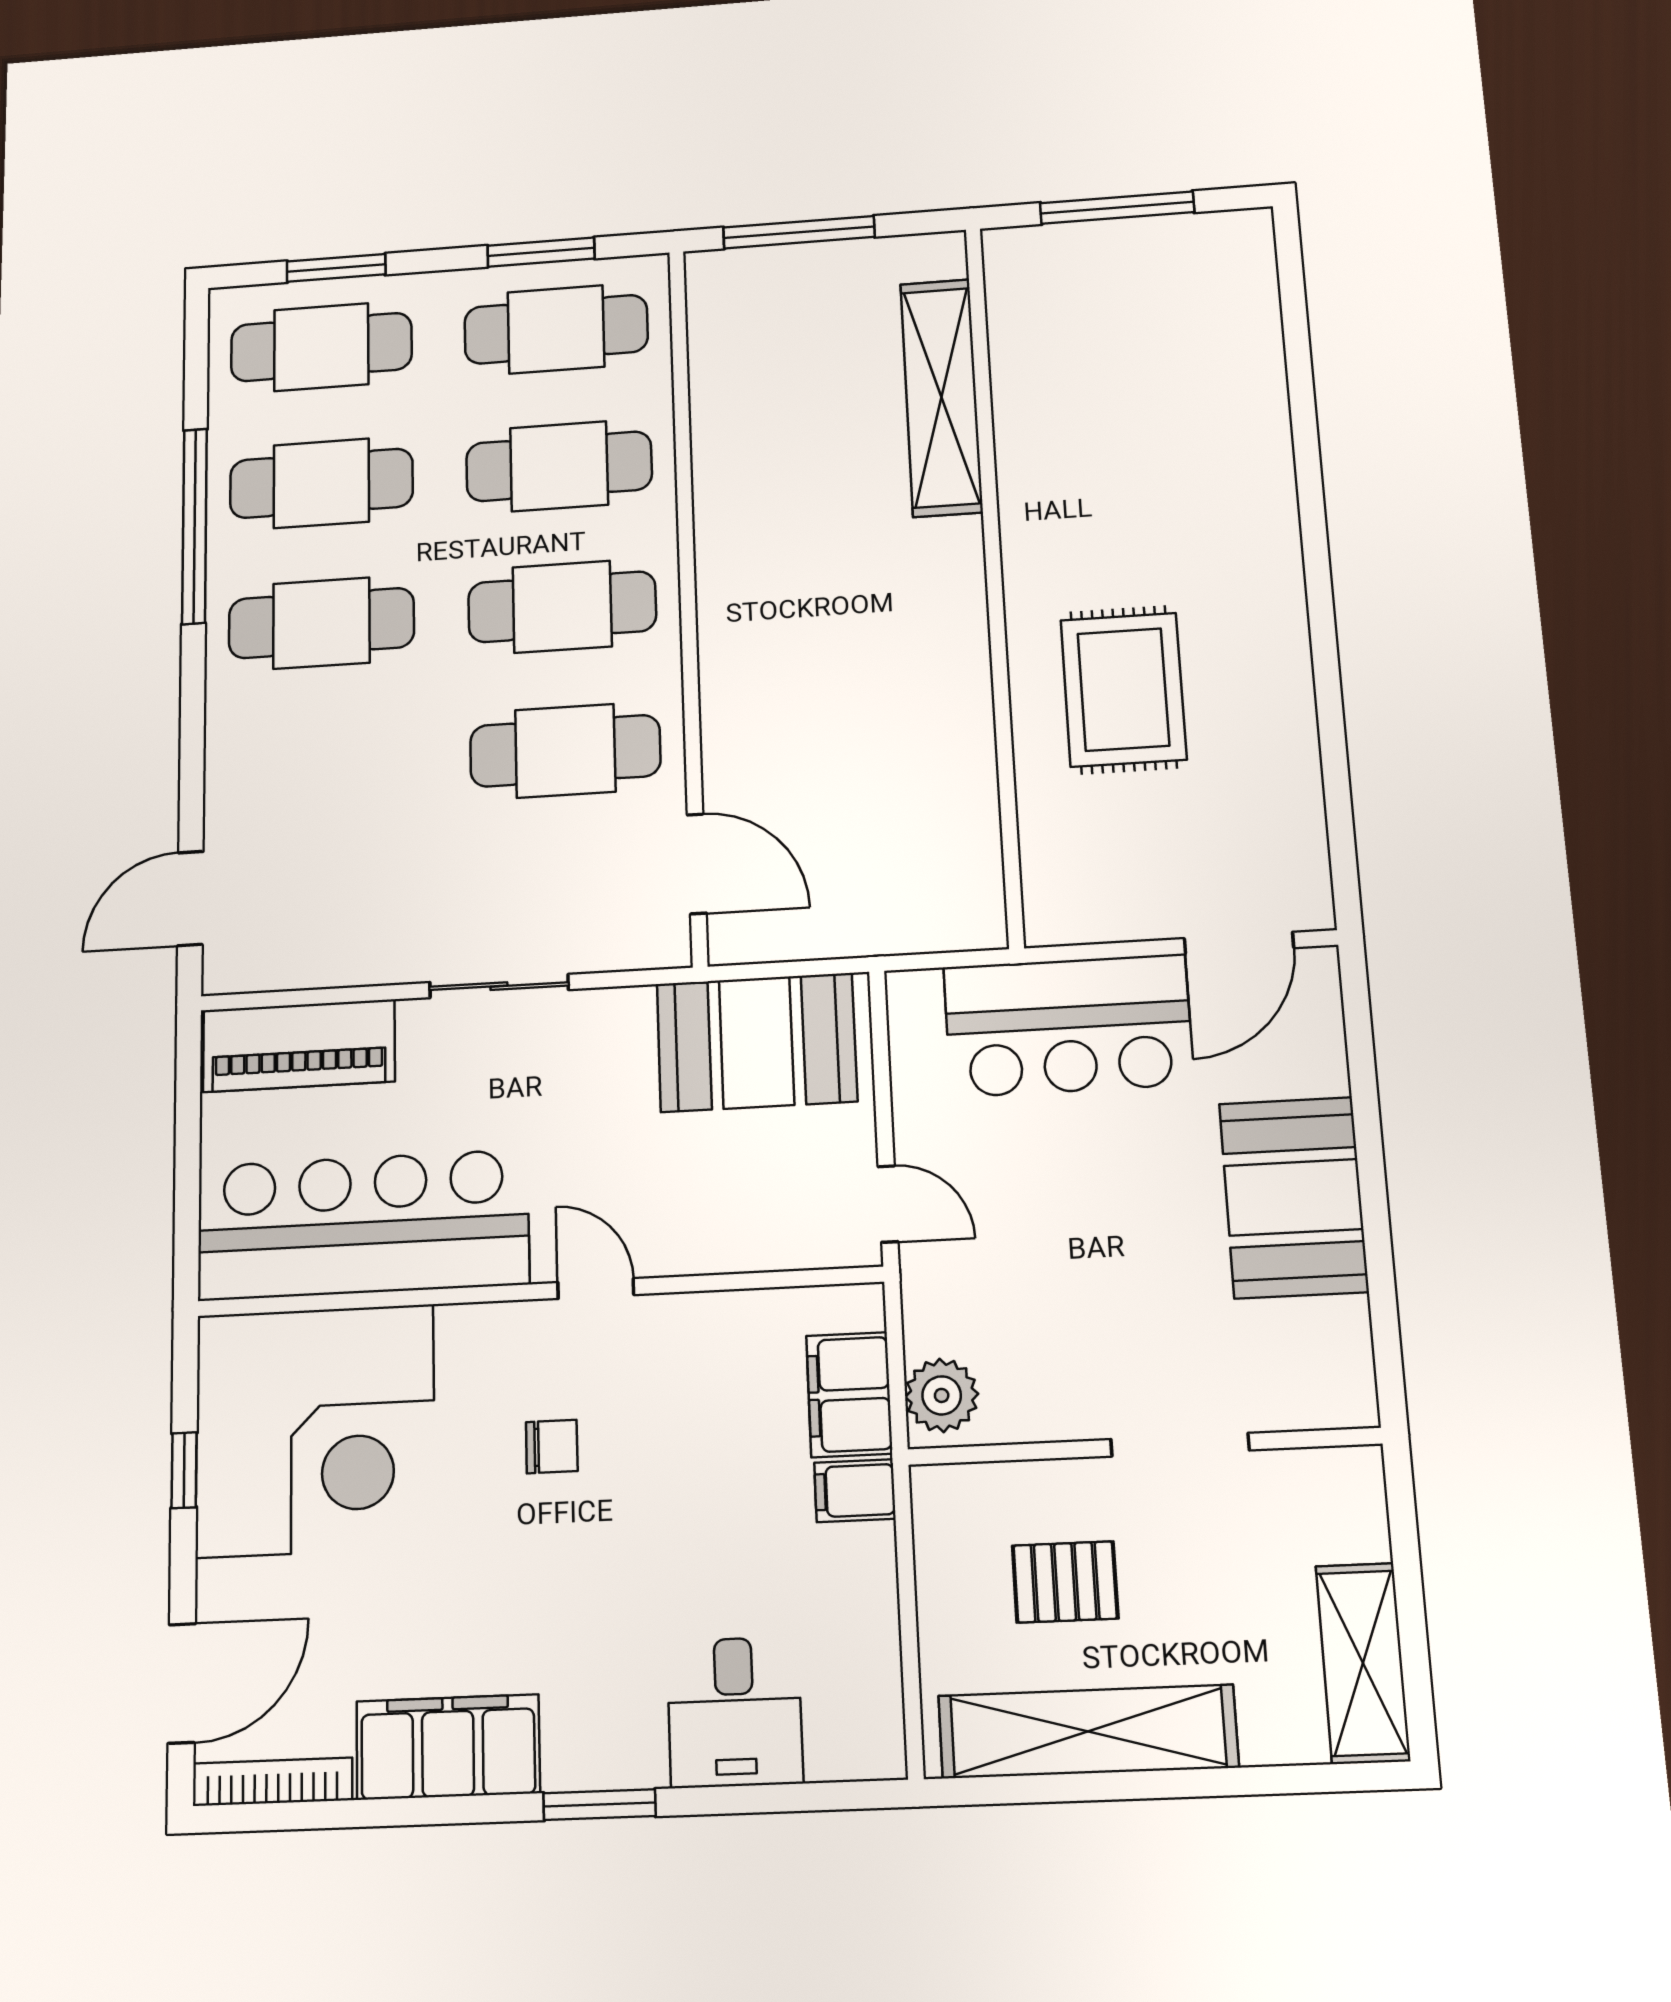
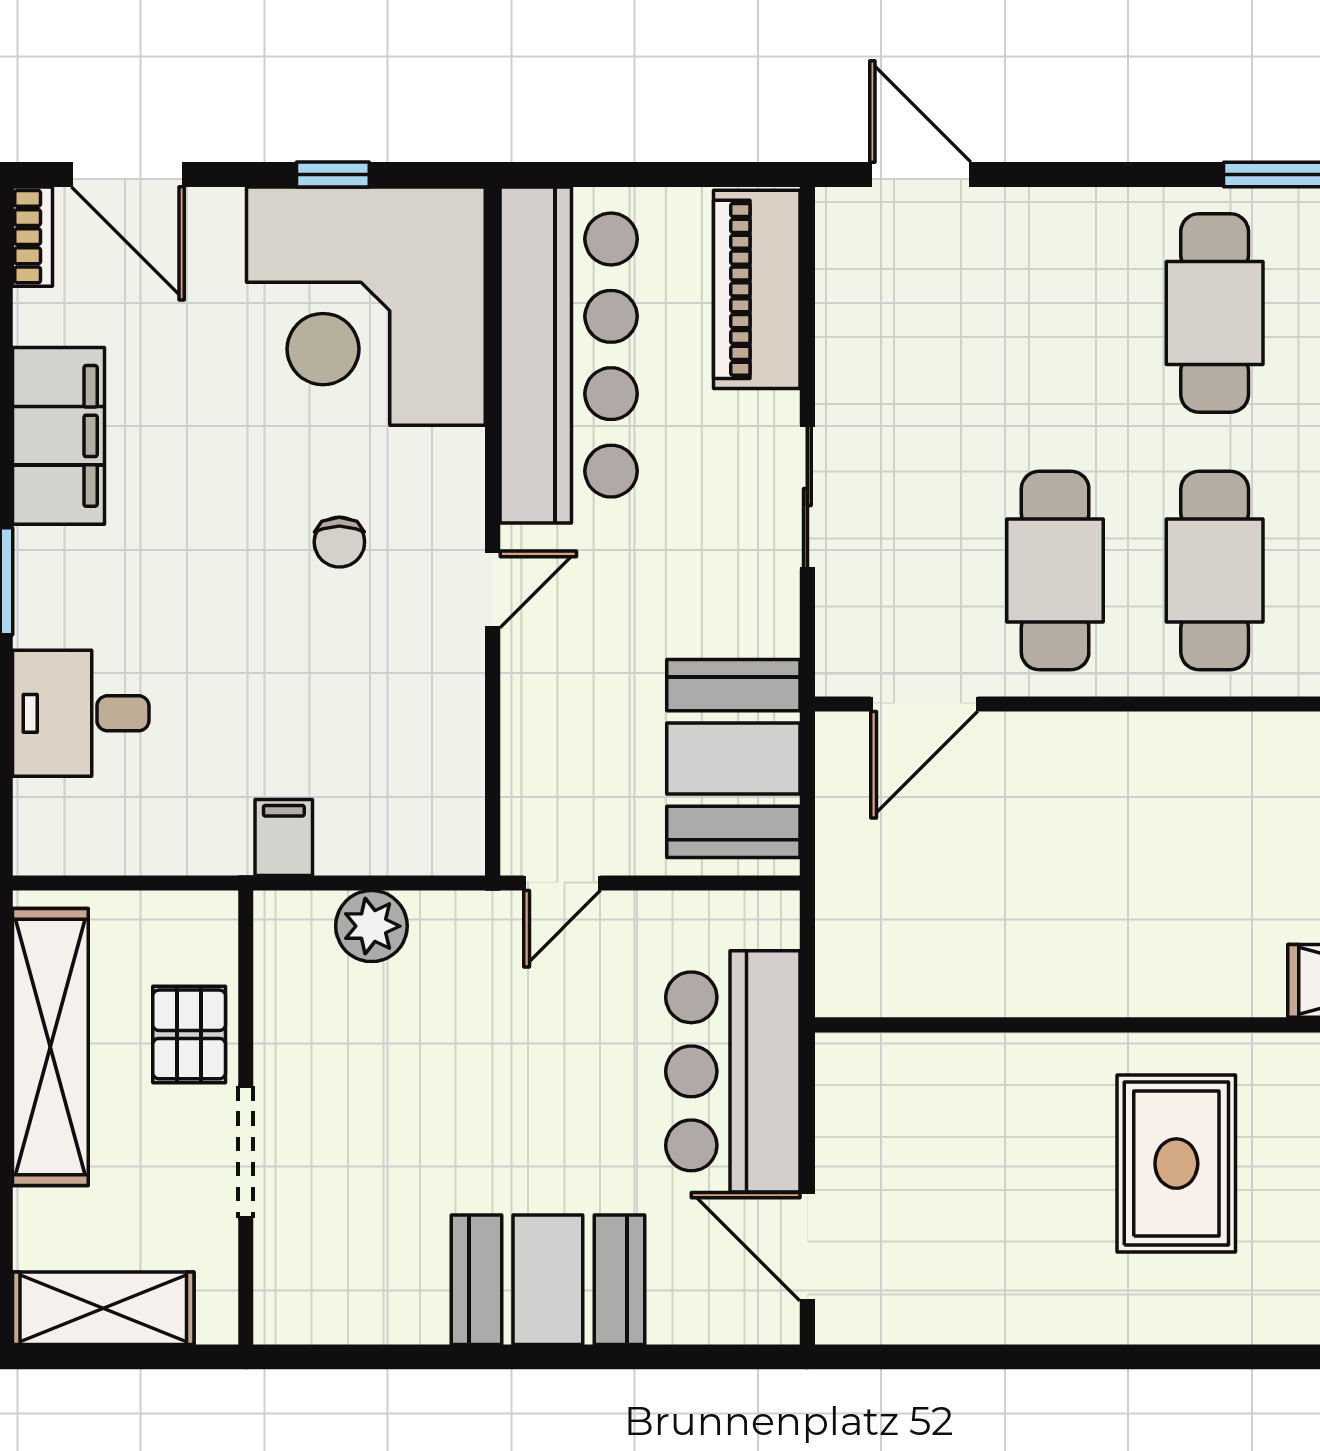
rug: (1123, 690) -> (1176, 1164), moved, turned 90
filing cabinet: (849, 1395) -> (376, 836), removed
doorway: (1180, 1445) -> (246, 1152), moved
wall: (1143, 1446) -> (246, 1117), moved
bookcase: (272, 1782) -> (32, 237), width x0.64

